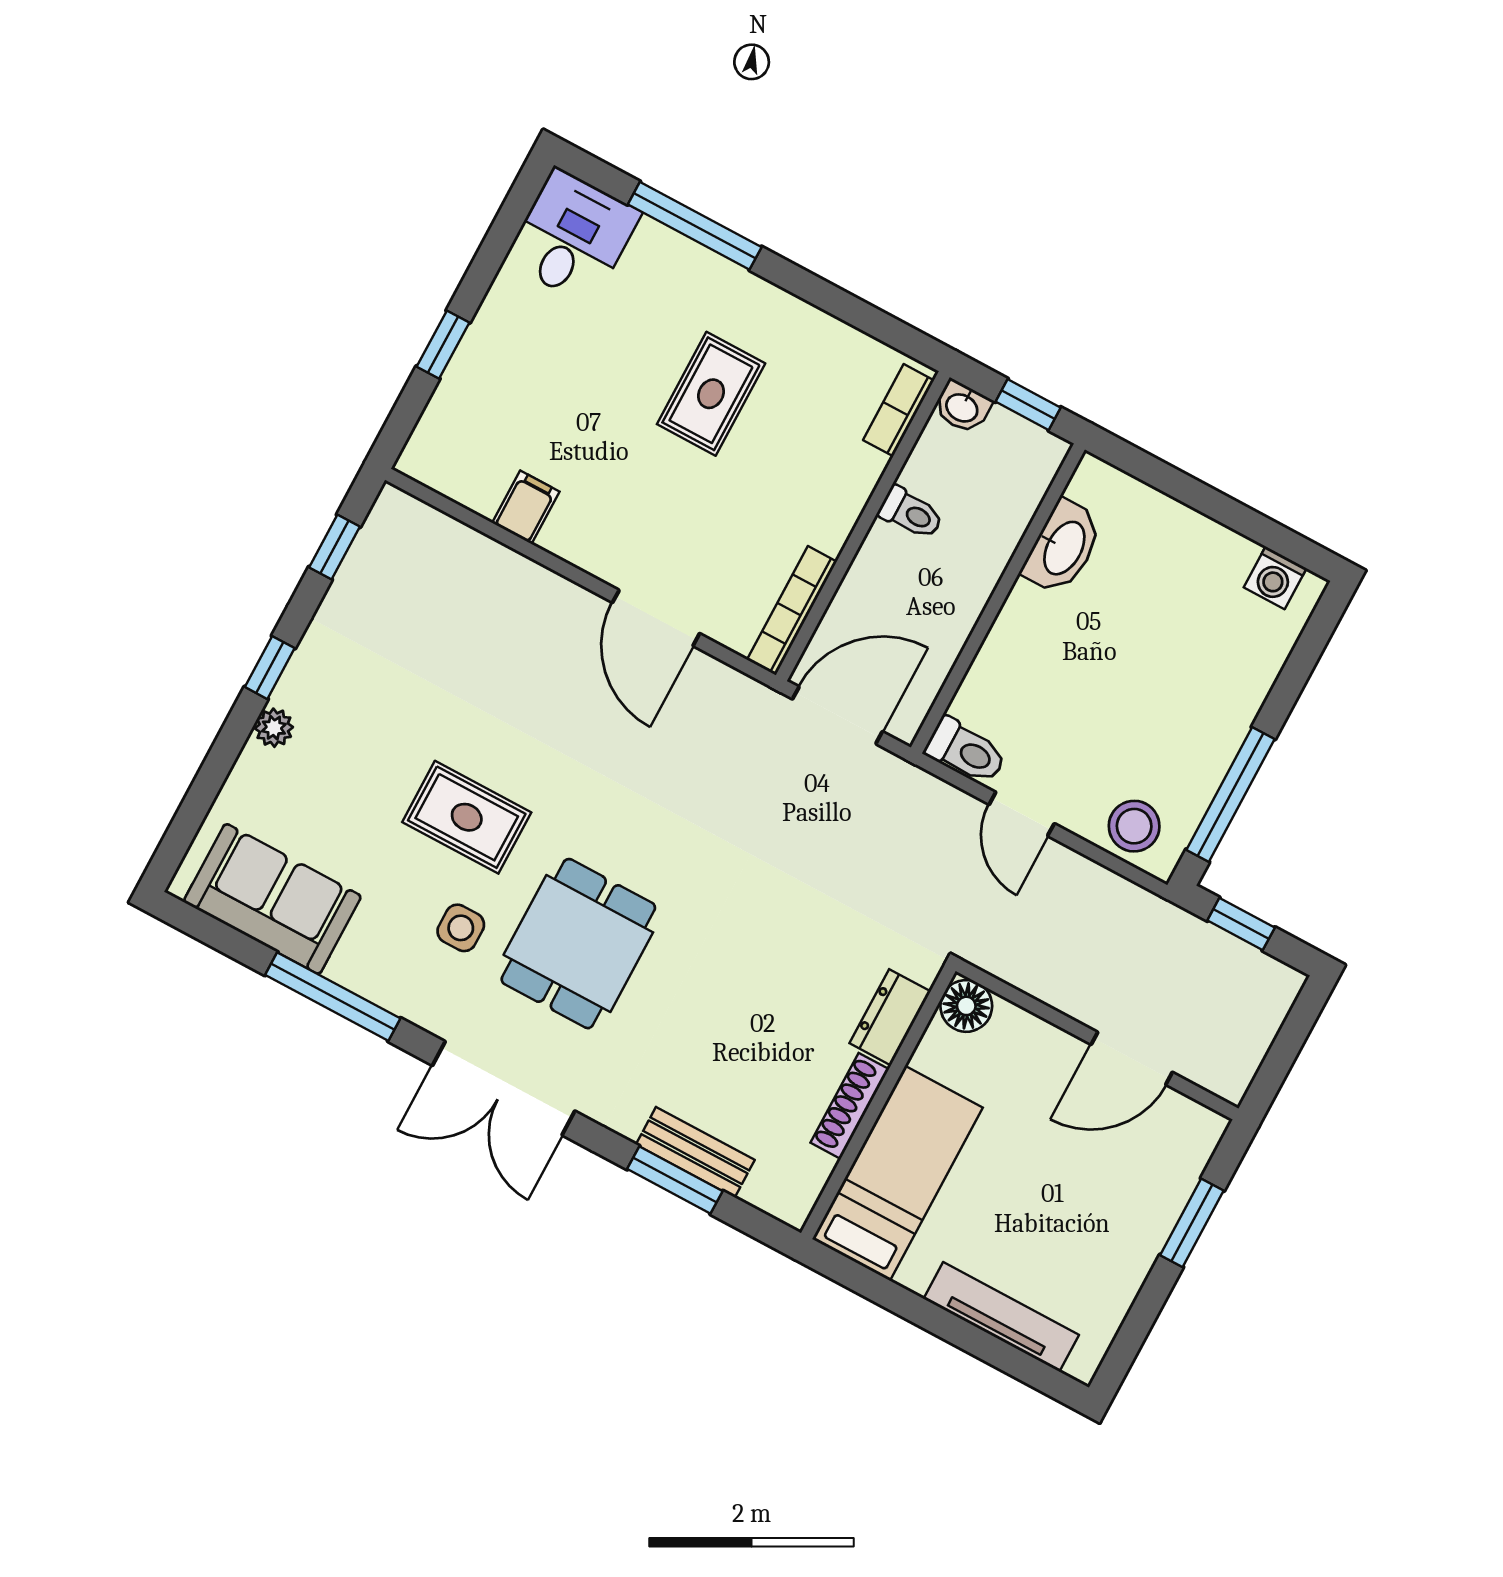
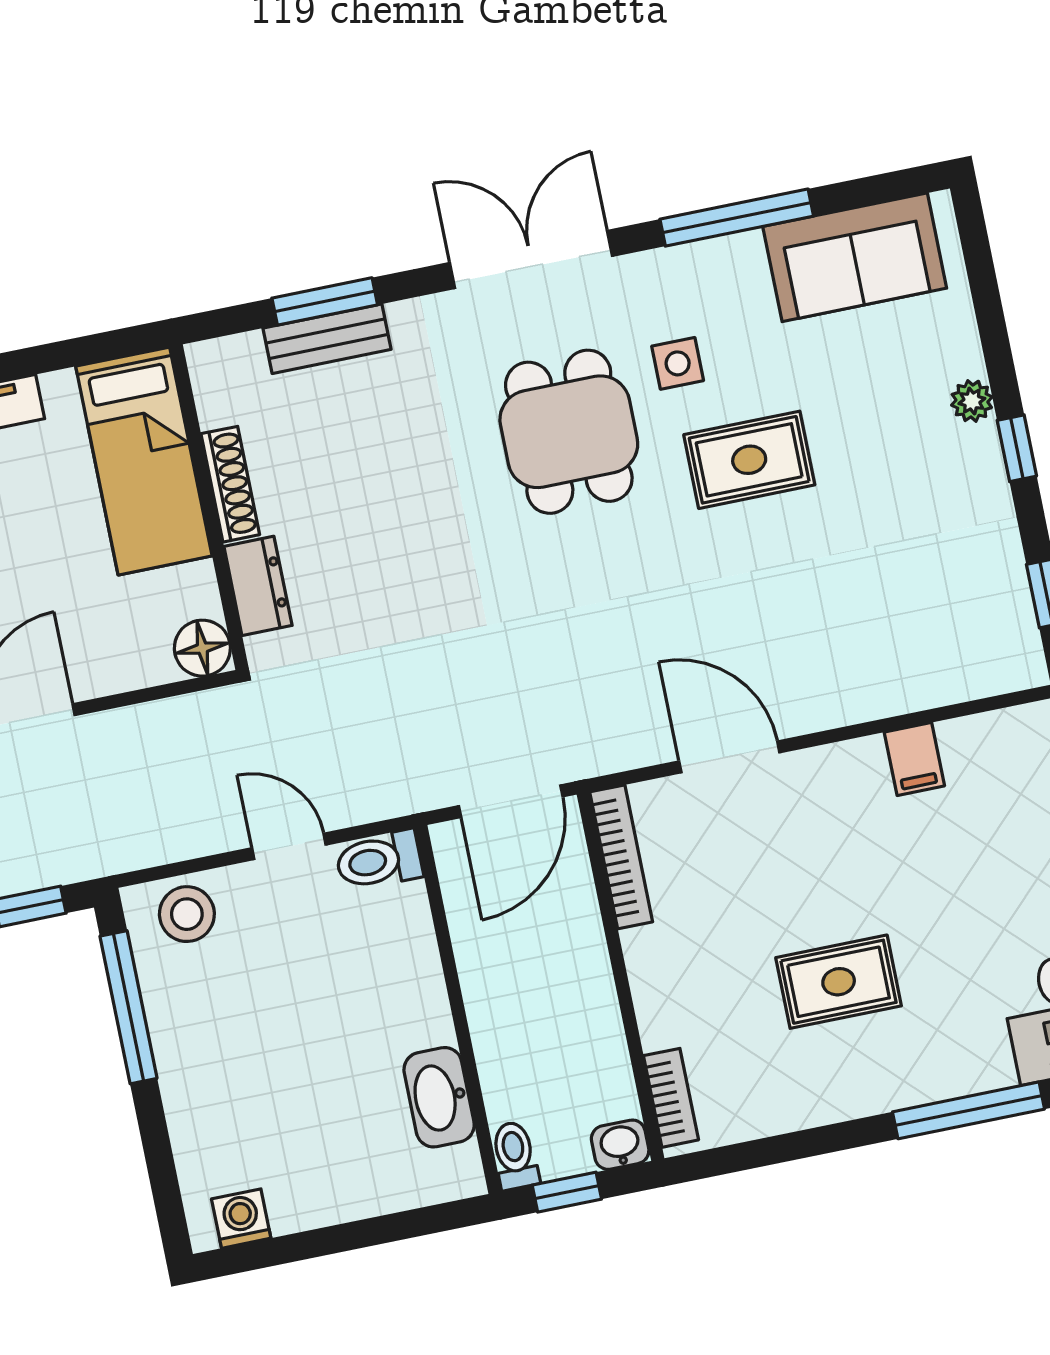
rug: (711, 394) -> (839, 982), turned 90
toilet: (911, 513) -> (515, 1155), moved, turned 90

